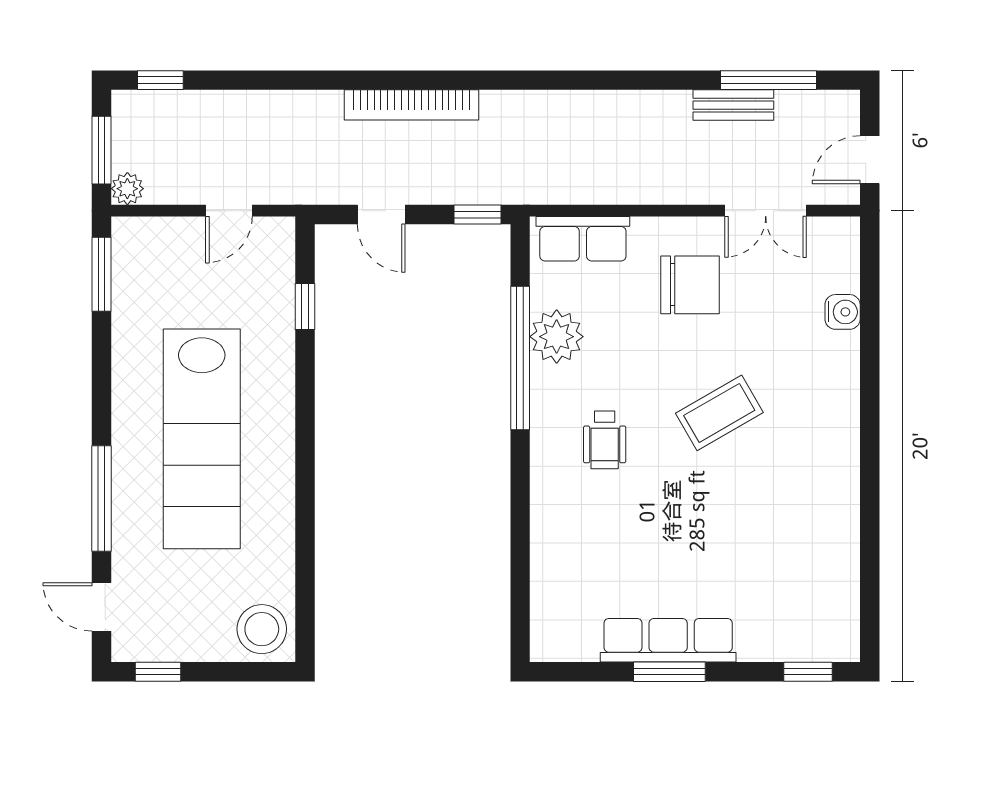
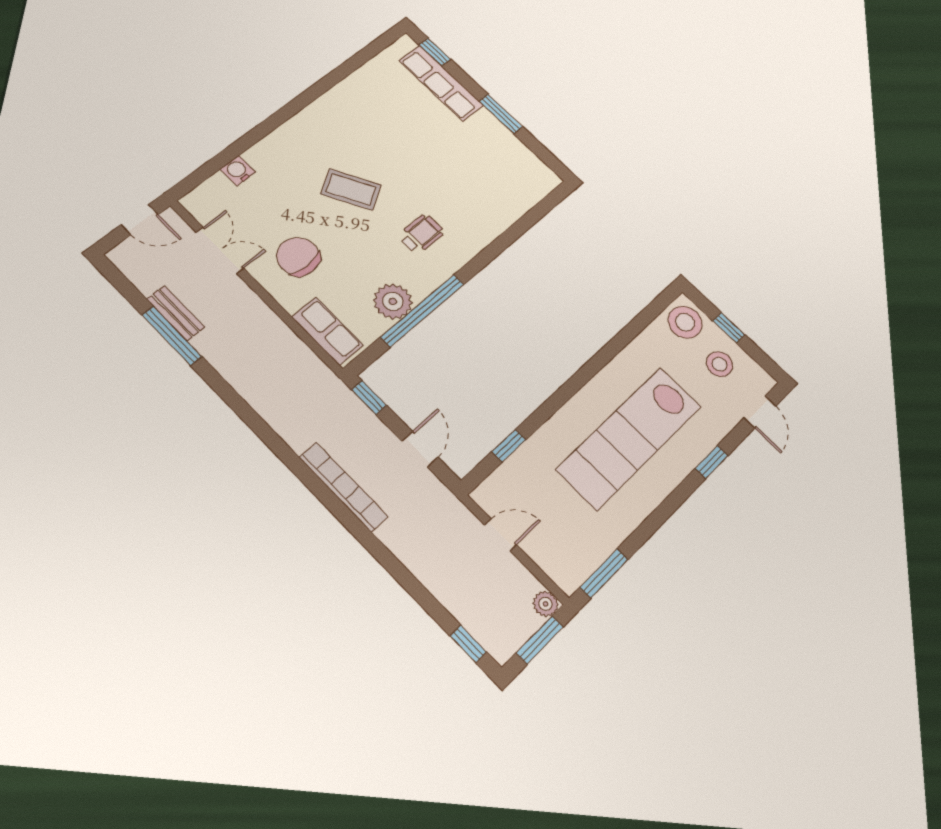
window: (768, 80) -> (172, 336), moved
lab bench: (202, 439) -> (629, 438), turned 180
window: (101, 498) -> (712, 462), width x0.46
stool: (187, 618) -> (720, 364), added
row of seats: (668, 640) -> (441, 83), moved
window: (158, 672) -> (729, 328), moved

